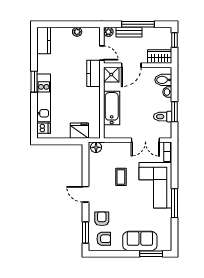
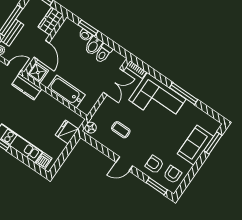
bidet: (163, 80) -> (93, 46), moved
window: (175, 112) -> (88, 28), moved
coffee table: (121, 177) -> (121, 130), moved

